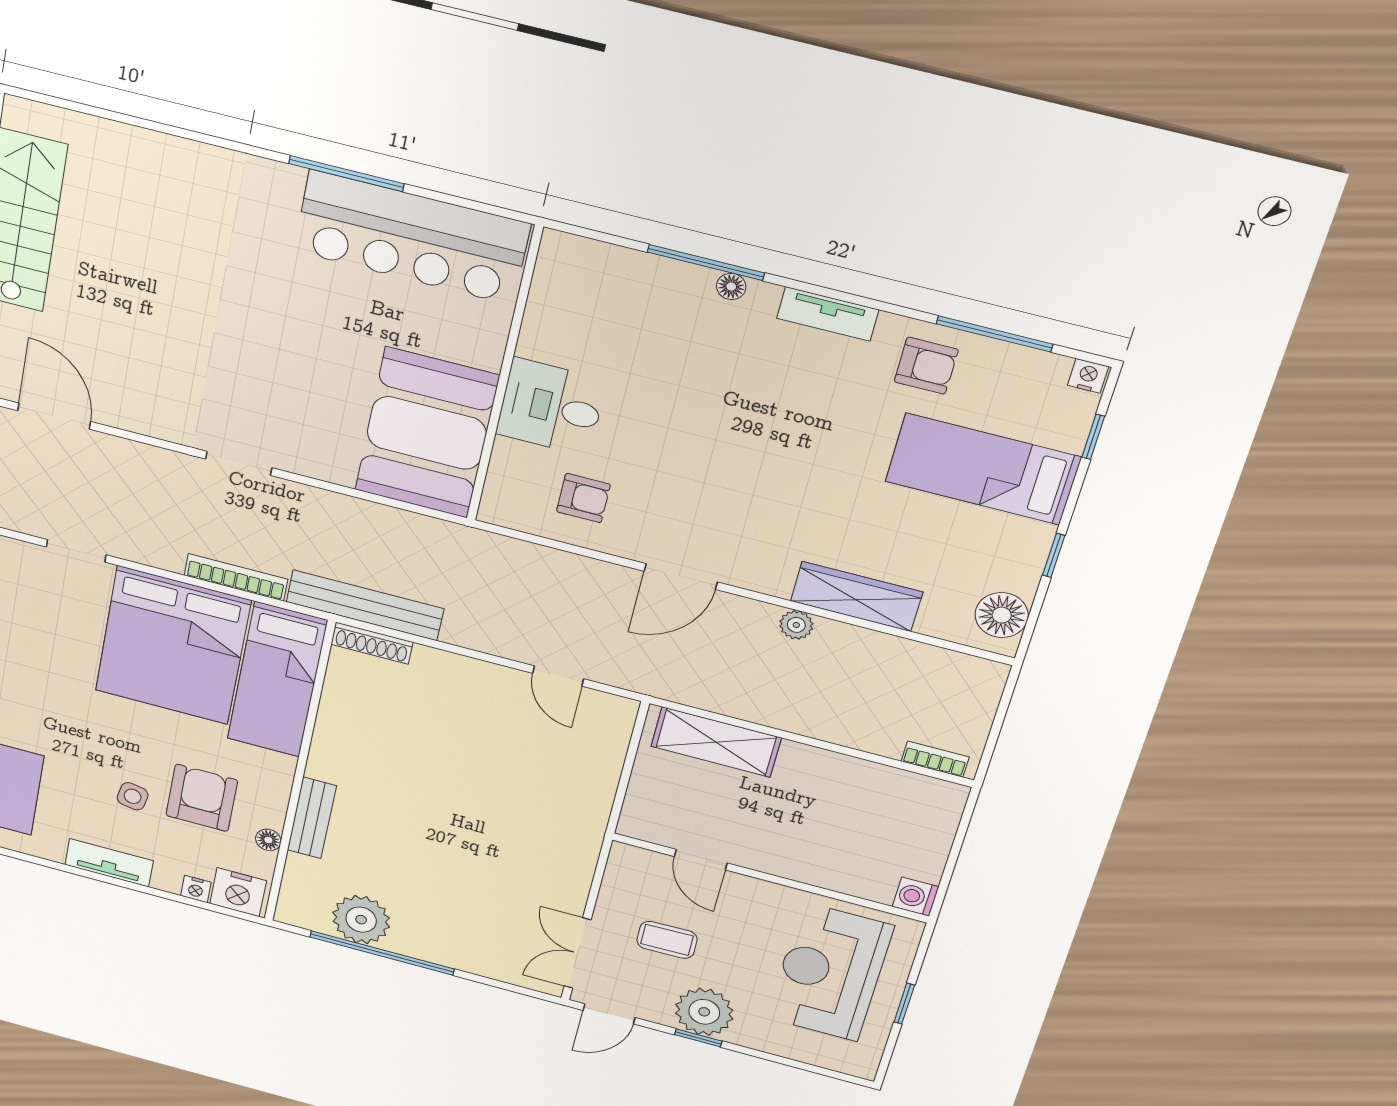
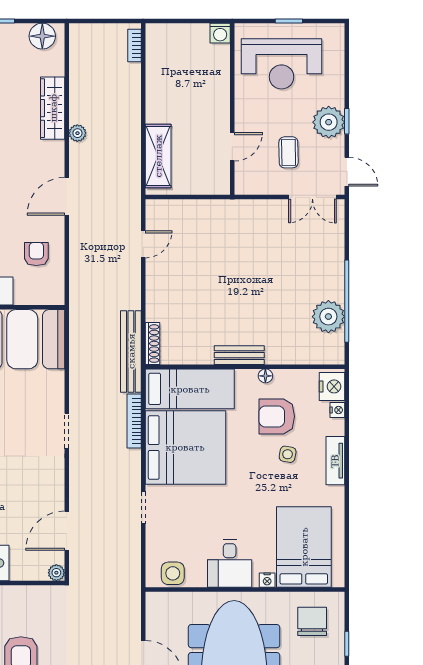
door: (681, 577) -> (67, 196), swing flipped
bench: (312, 818) -> (239, 355), moved
floor lamp: (268, 840) -> (265, 376), moved

